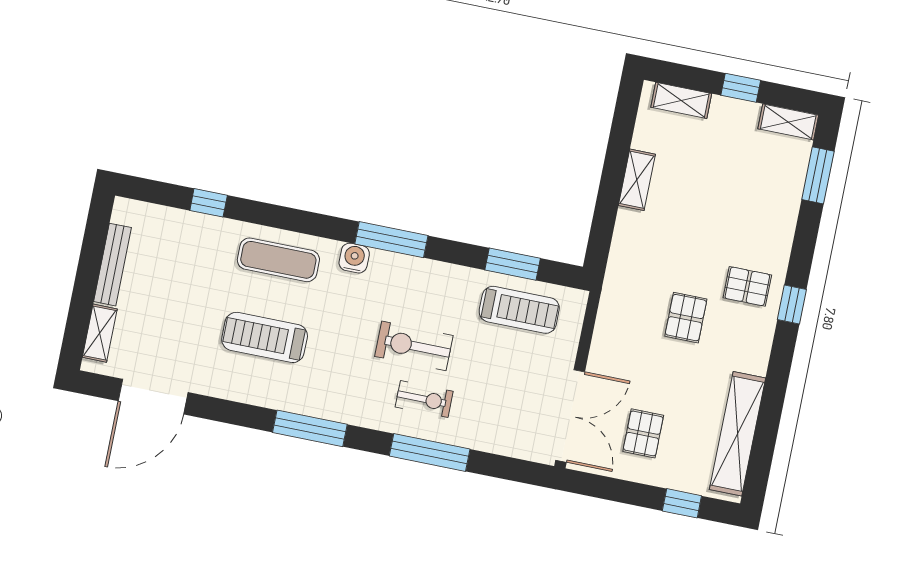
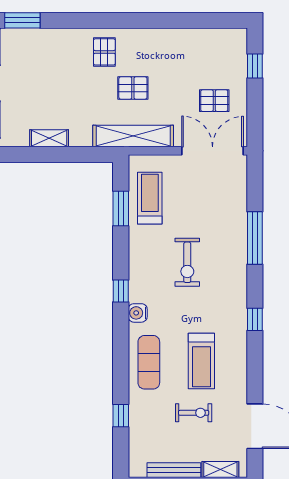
window: (391, 240) -> (121, 291), width x0.46
window: (792, 305) -> (110, 20), removed
exercise bike: (424, 399) -> (194, 413), moved, turned 90
window: (310, 428) -> (255, 319), width x0.46
shelving: (737, 434) -> (133, 136), moved

